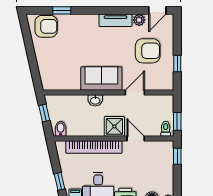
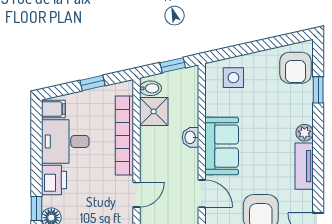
plant: (139, 20) -> (305, 133), moved
side table: (53, 70) -> (233, 78), added
shower: (114, 126) -> (154, 111), moved
window: (59, 181) -> (92, 83), moved

